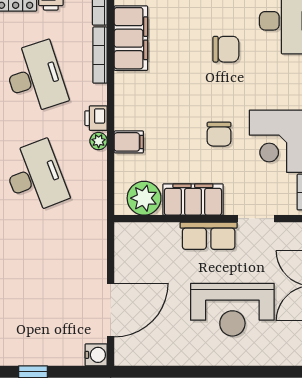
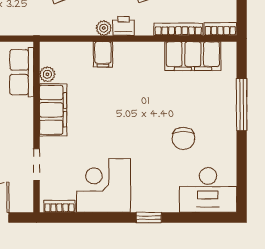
chair: (219, 134) -> (110, 132), removed
plant: (144, 198) -> (47, 74), width x0.53, depth x0.53
row of seats: (209, 236) -> (22, 72), moved

